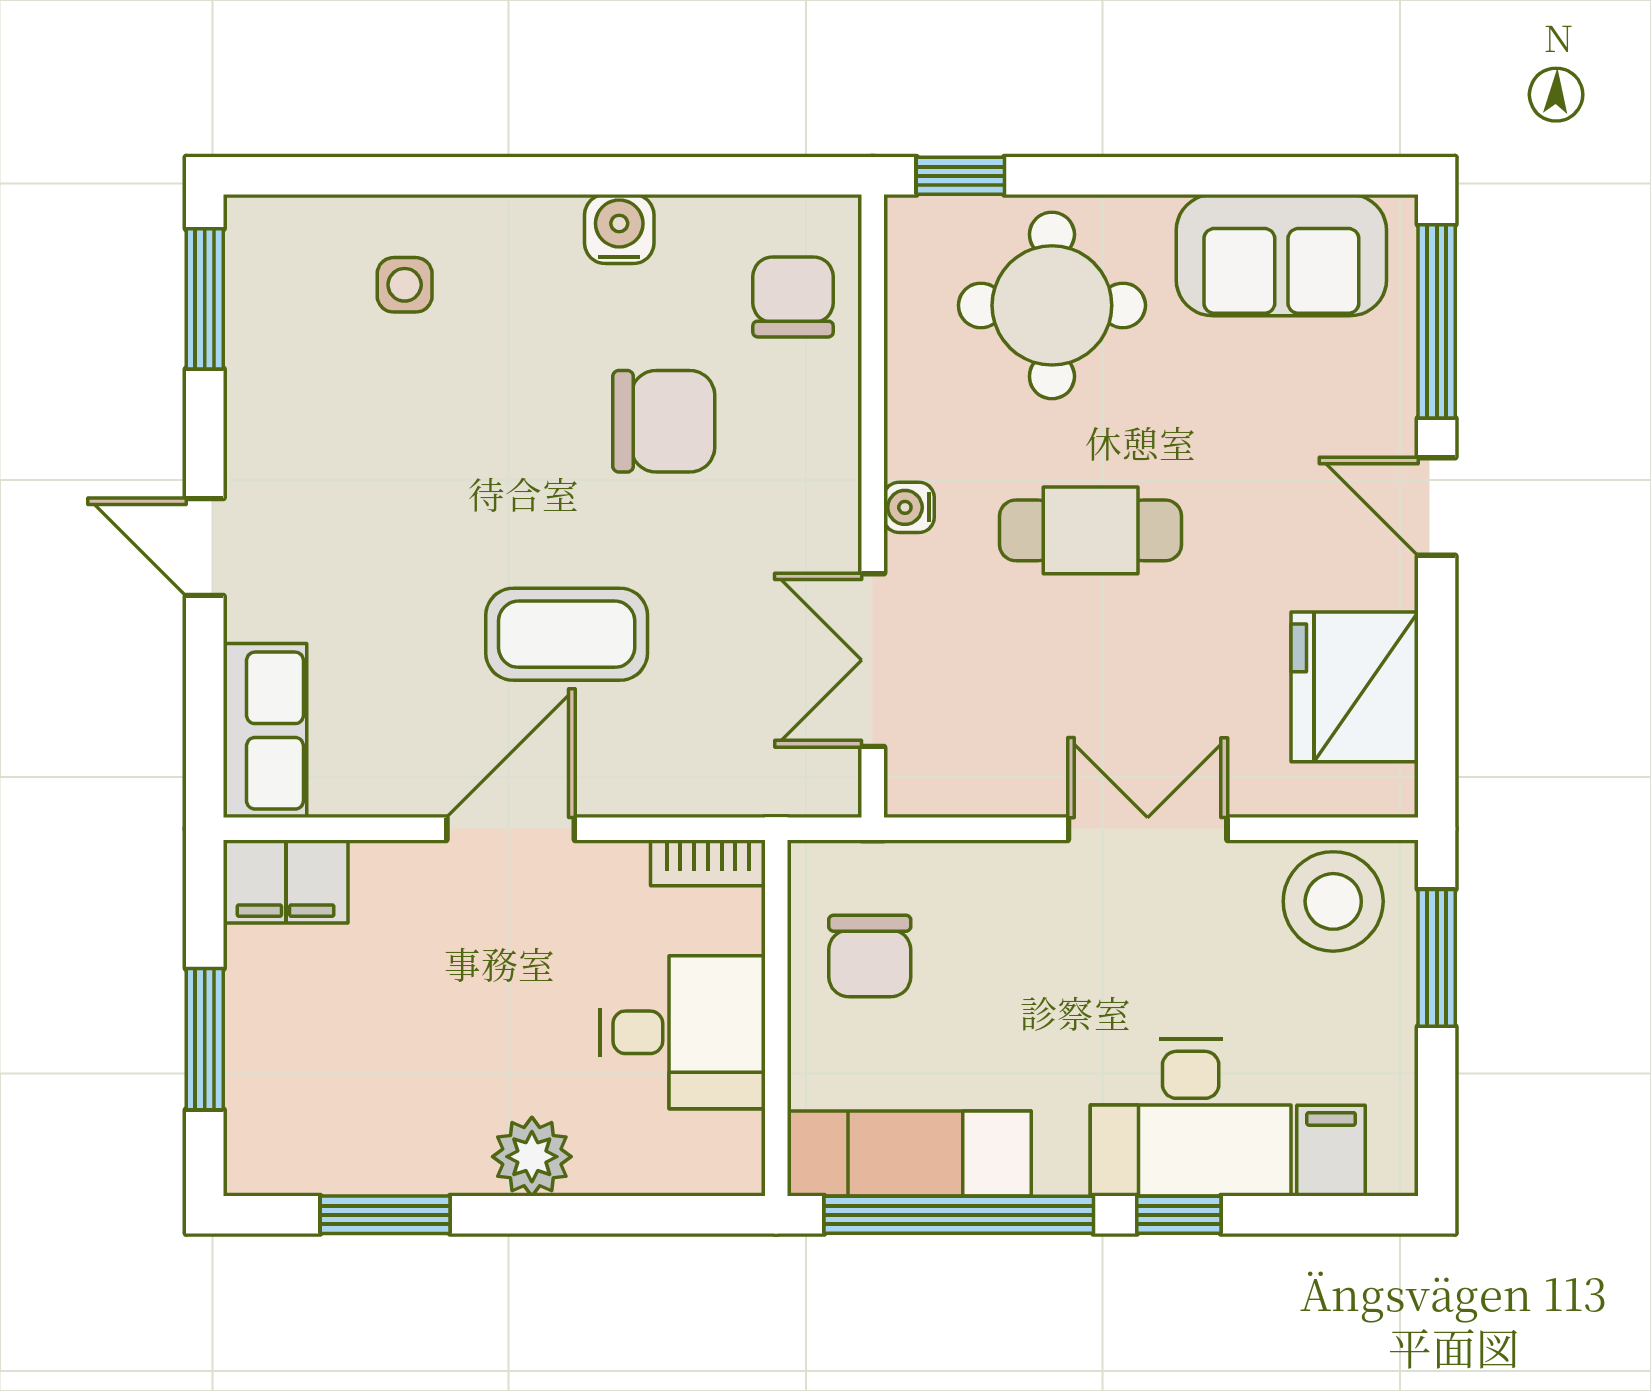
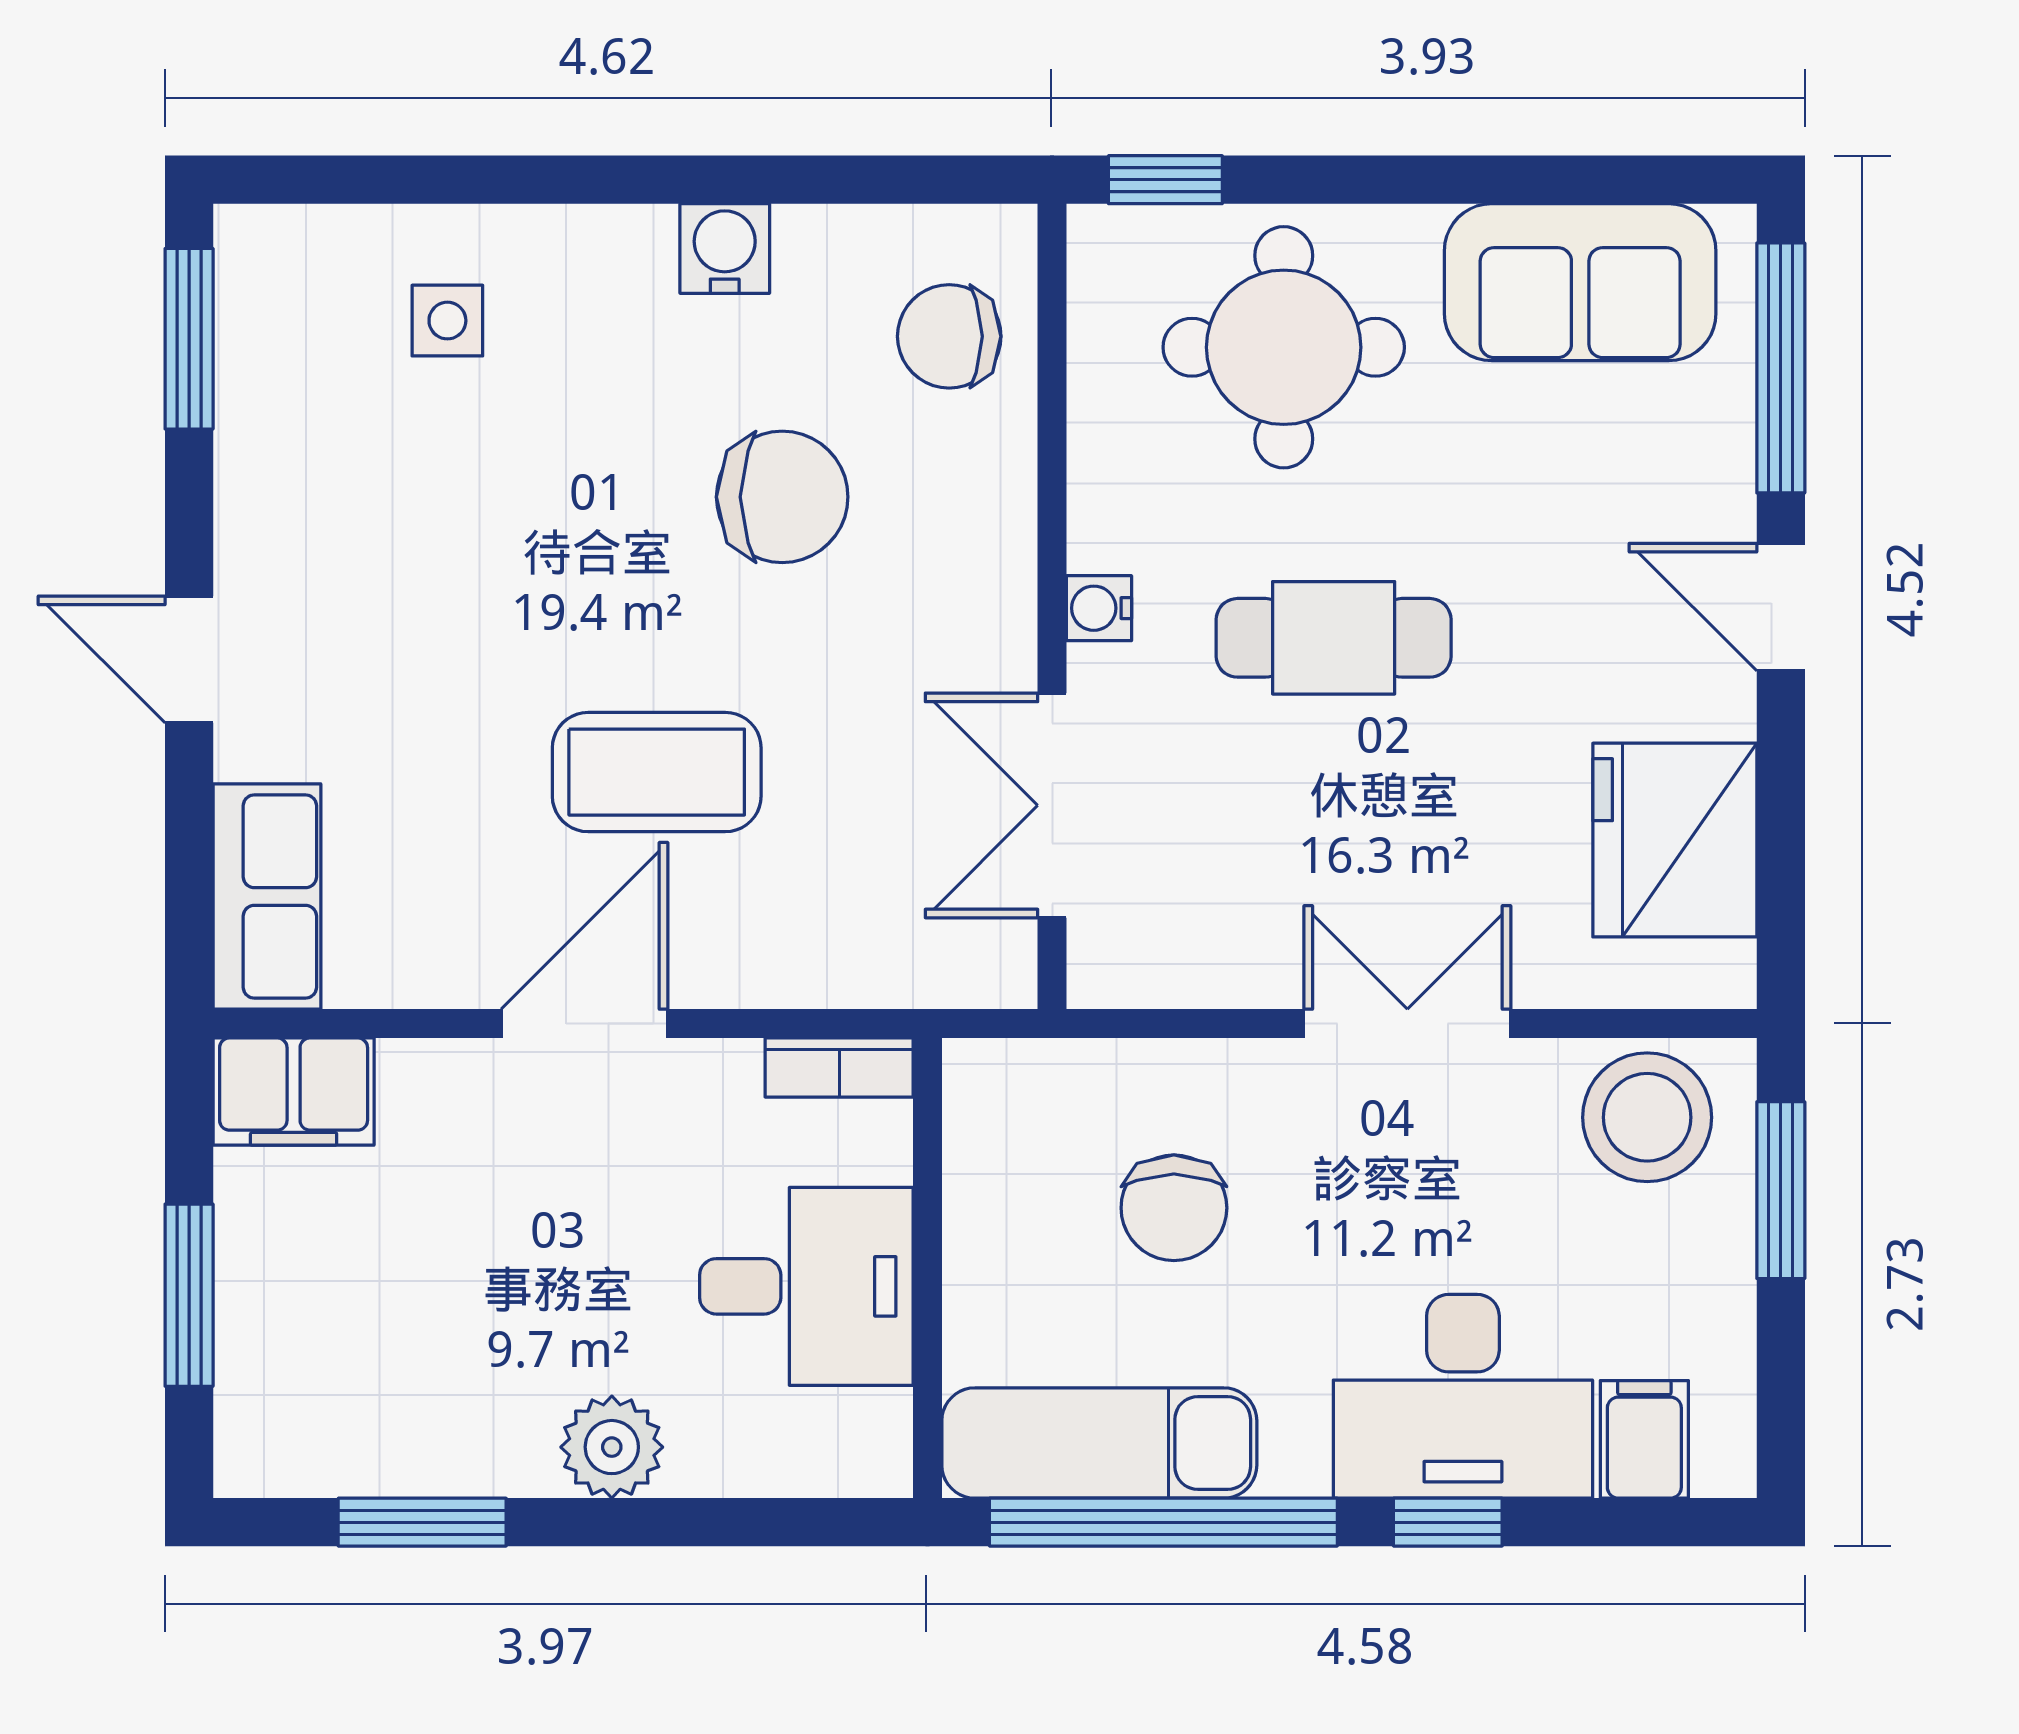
chair: (793, 297) -> (949, 336), turned -90
chair: (870, 956) -> (1174, 1208), moved

